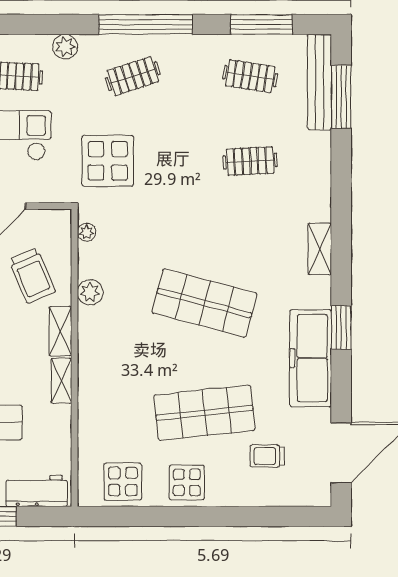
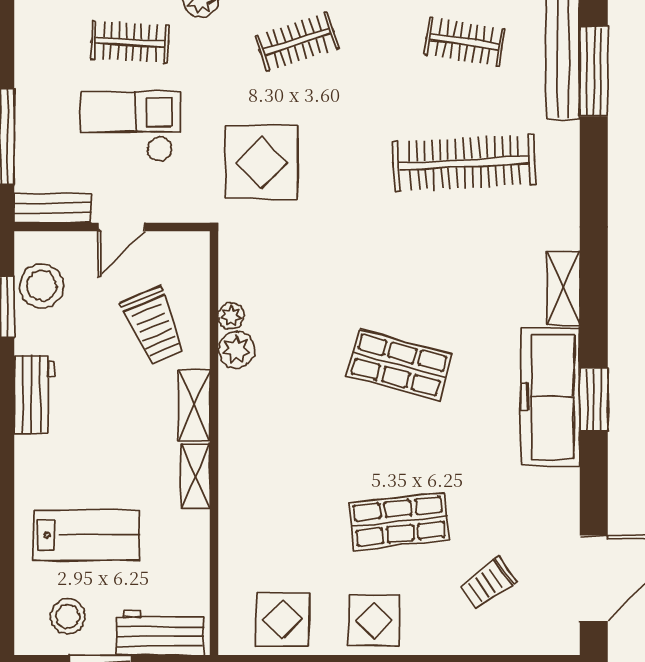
clothes rail: (250, 161) -> (464, 163), width x1.86, depth x1.31
plant: (87, 232) -> (231, 316), moved
shop shelf: (204, 303) -> (399, 365), width x0.70, depth x0.74
freezer: (311, 358) -> (550, 397), moved
shop shelf: (204, 413) -> (399, 521), width x0.70, depth x0.74
trolley: (267, 456) -> (488, 583), turned -35

